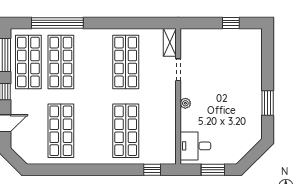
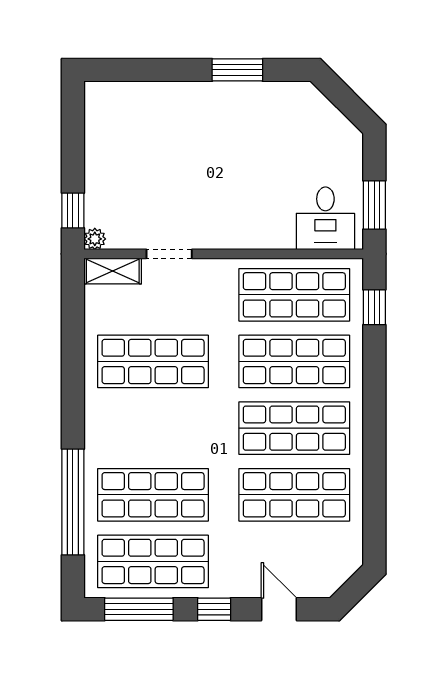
window: (231, 23) -> (73, 211), moved
plant: (185, 103) -> (95, 239), moved
shop shelf: (93, 131) -> (294, 428), added
shop shelf: (158, 131) -> (294, 295), added
window: (213, 170) -> (374, 205), moved

